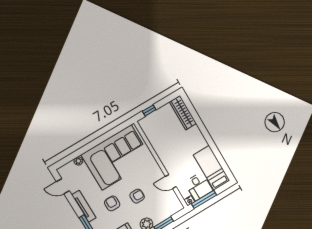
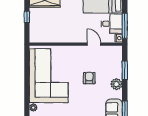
window: (149, 110) -> (27, 17), moved
door: (171, 182) -> (94, 44), swing flipped
armchair: (112, 203) -> (83, 101), removed

